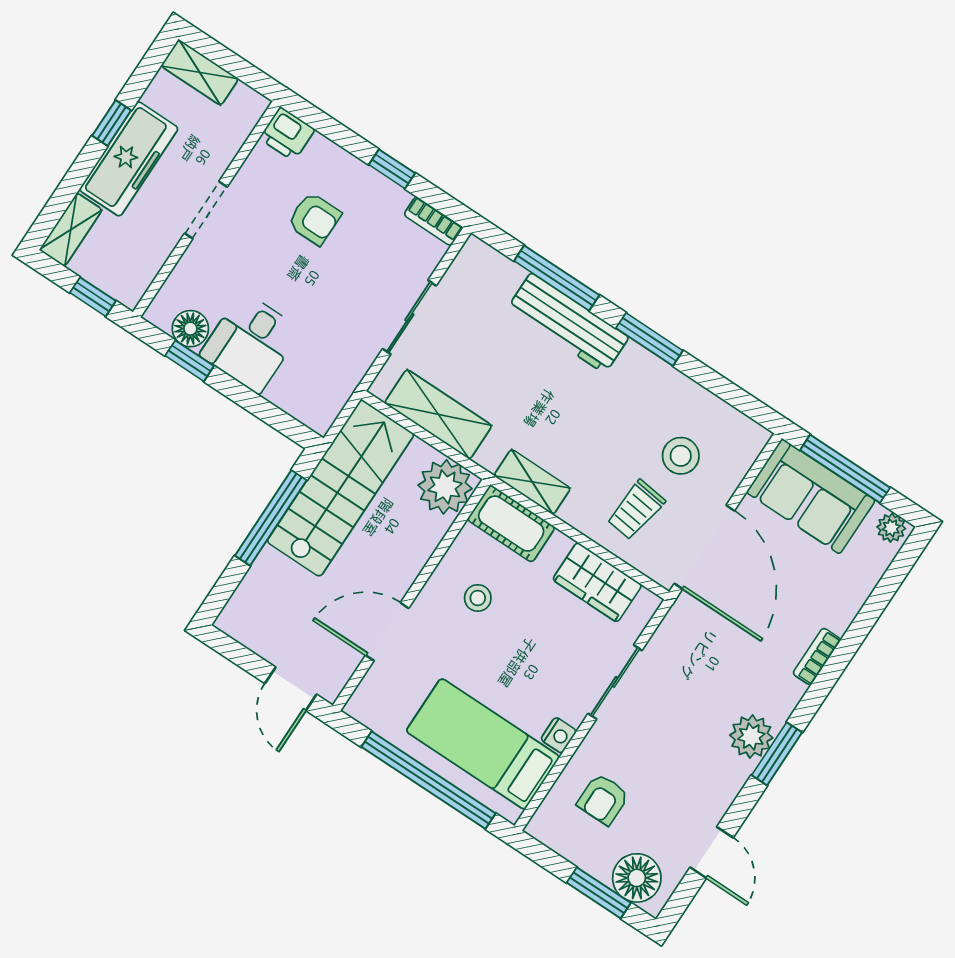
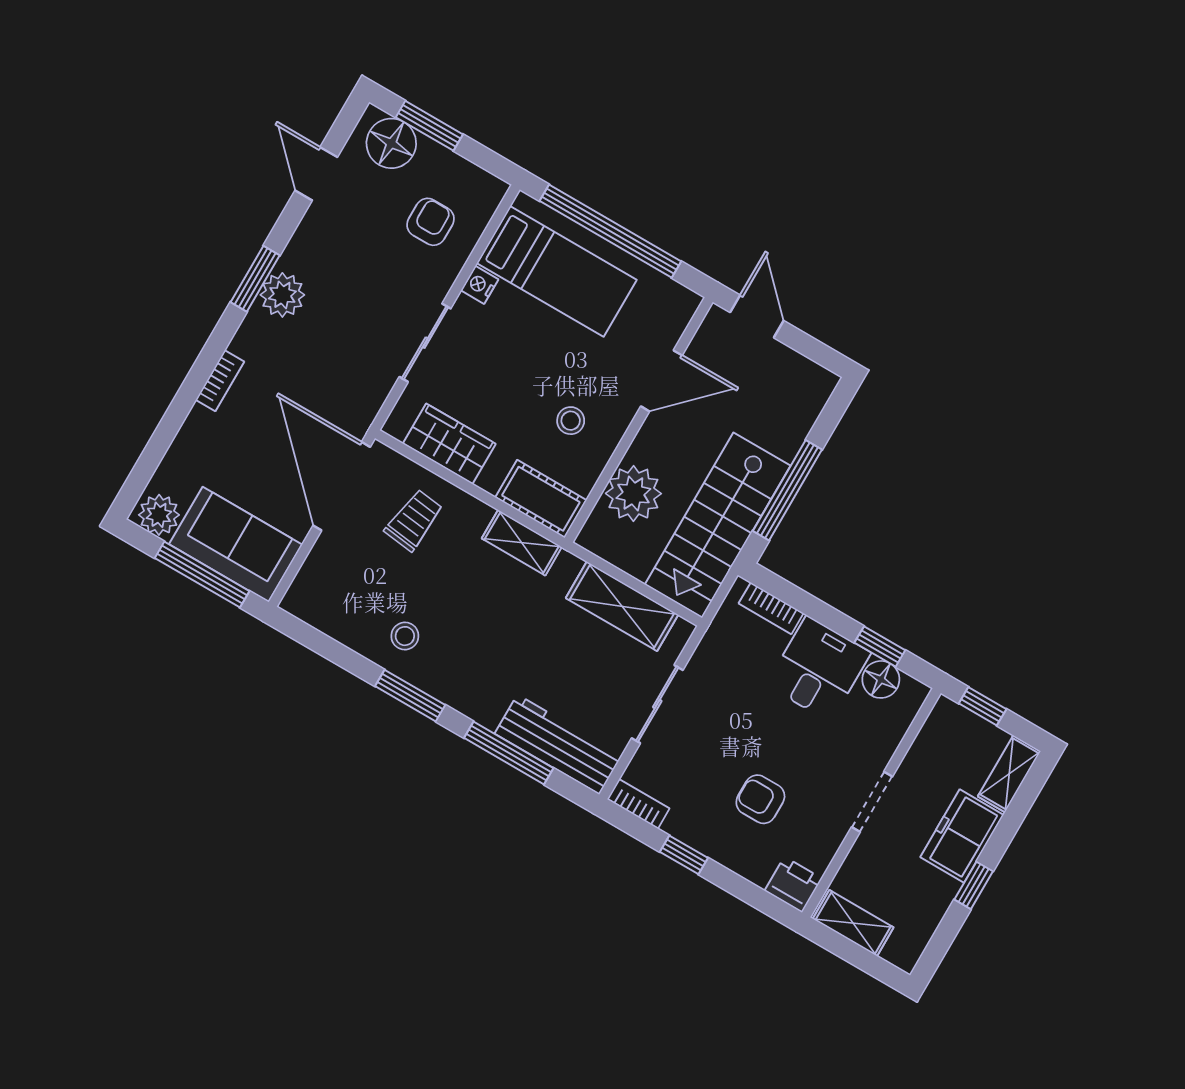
shelving: (200, 72) -> (853, 923), moved
freezer: (129, 159) -> (962, 836), width x0.71
workbench: (568, 323) -> (558, 744), moved
bookcase: (293, 404) -> (771, 608), added
stool: (681, 456) -> (405, 636), moved, width x0.73, depth x0.73
plant: (445, 487) -> (633, 494), moved
plant: (891, 528) -> (159, 515), width x1.38, depth x1.38

